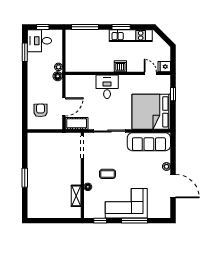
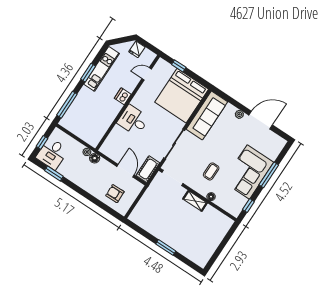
fridge: (164, 67) -> (137, 49), moved
shelving: (76, 196) -> (195, 201), moved

